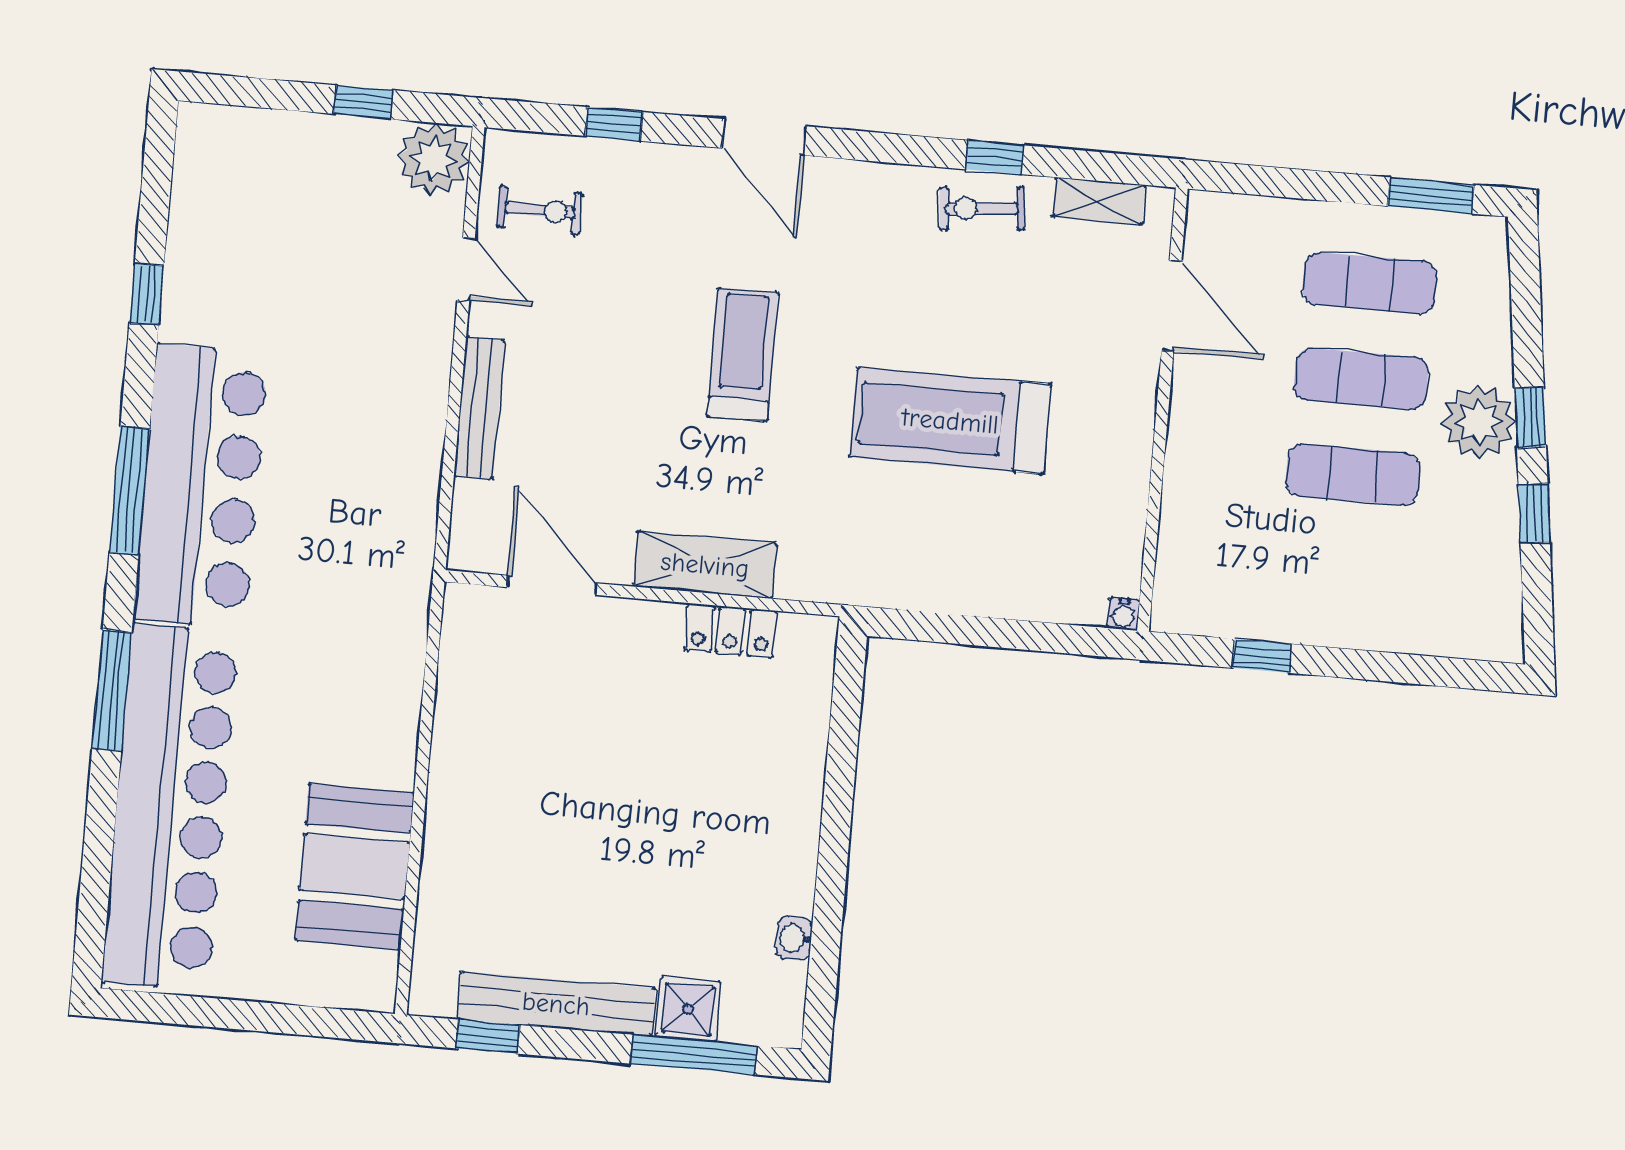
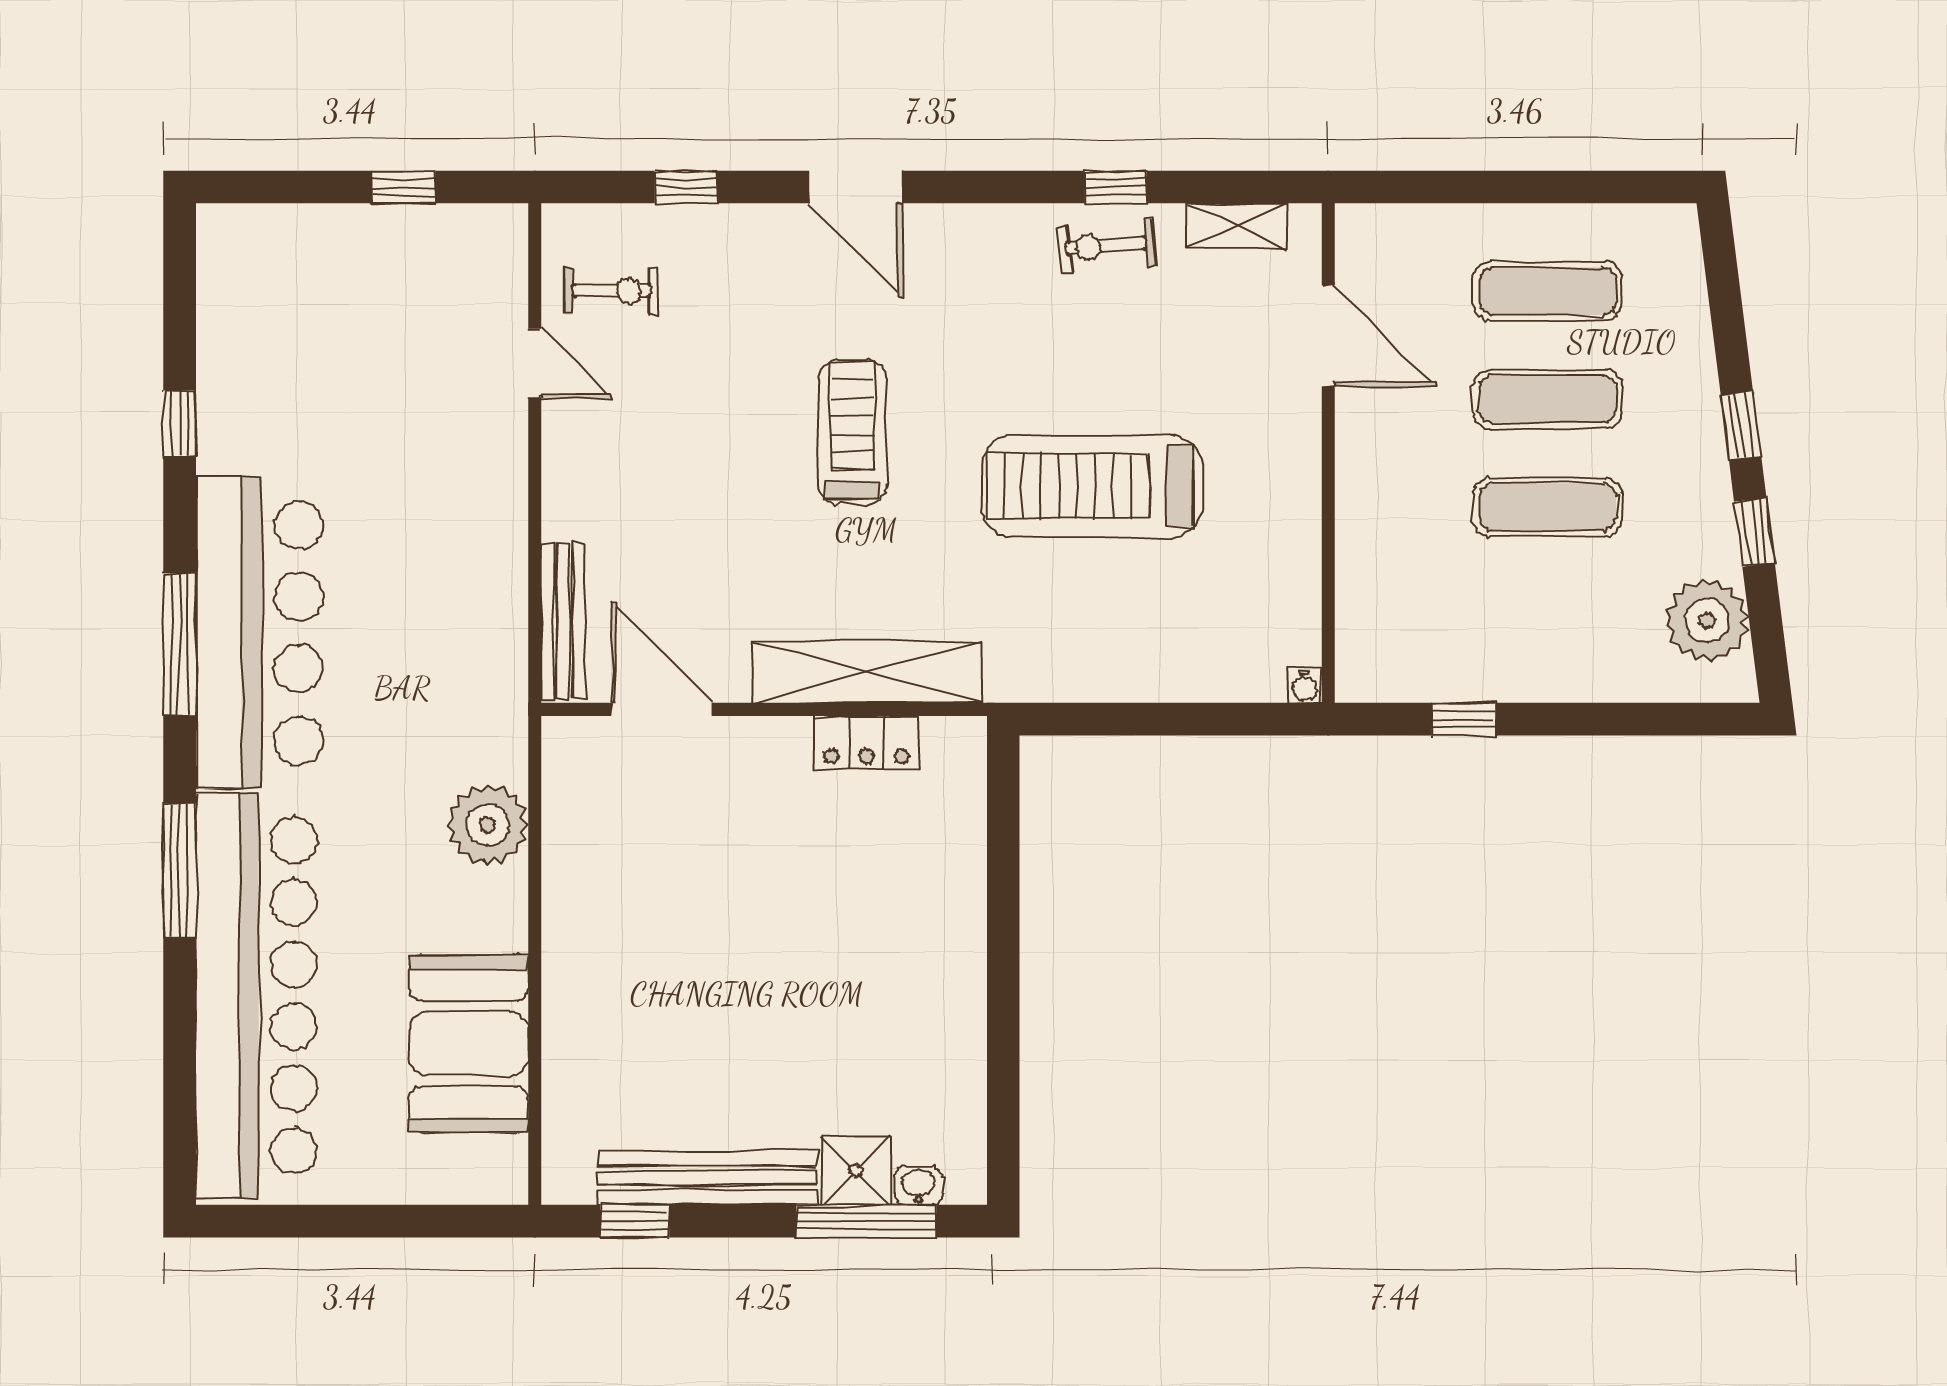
plant: (434, 159) -> (488, 825), moved
window: (1431, 195) -> (1608, 187), removed
bench: (479, 408) -> (563, 621), moved
plant: (1479, 422) -> (1707, 620), moved
shelving: (705, 565) -> (868, 672), width x1.47
washbasin: (794, 938) -> (919, 1186), moved, turned 90

